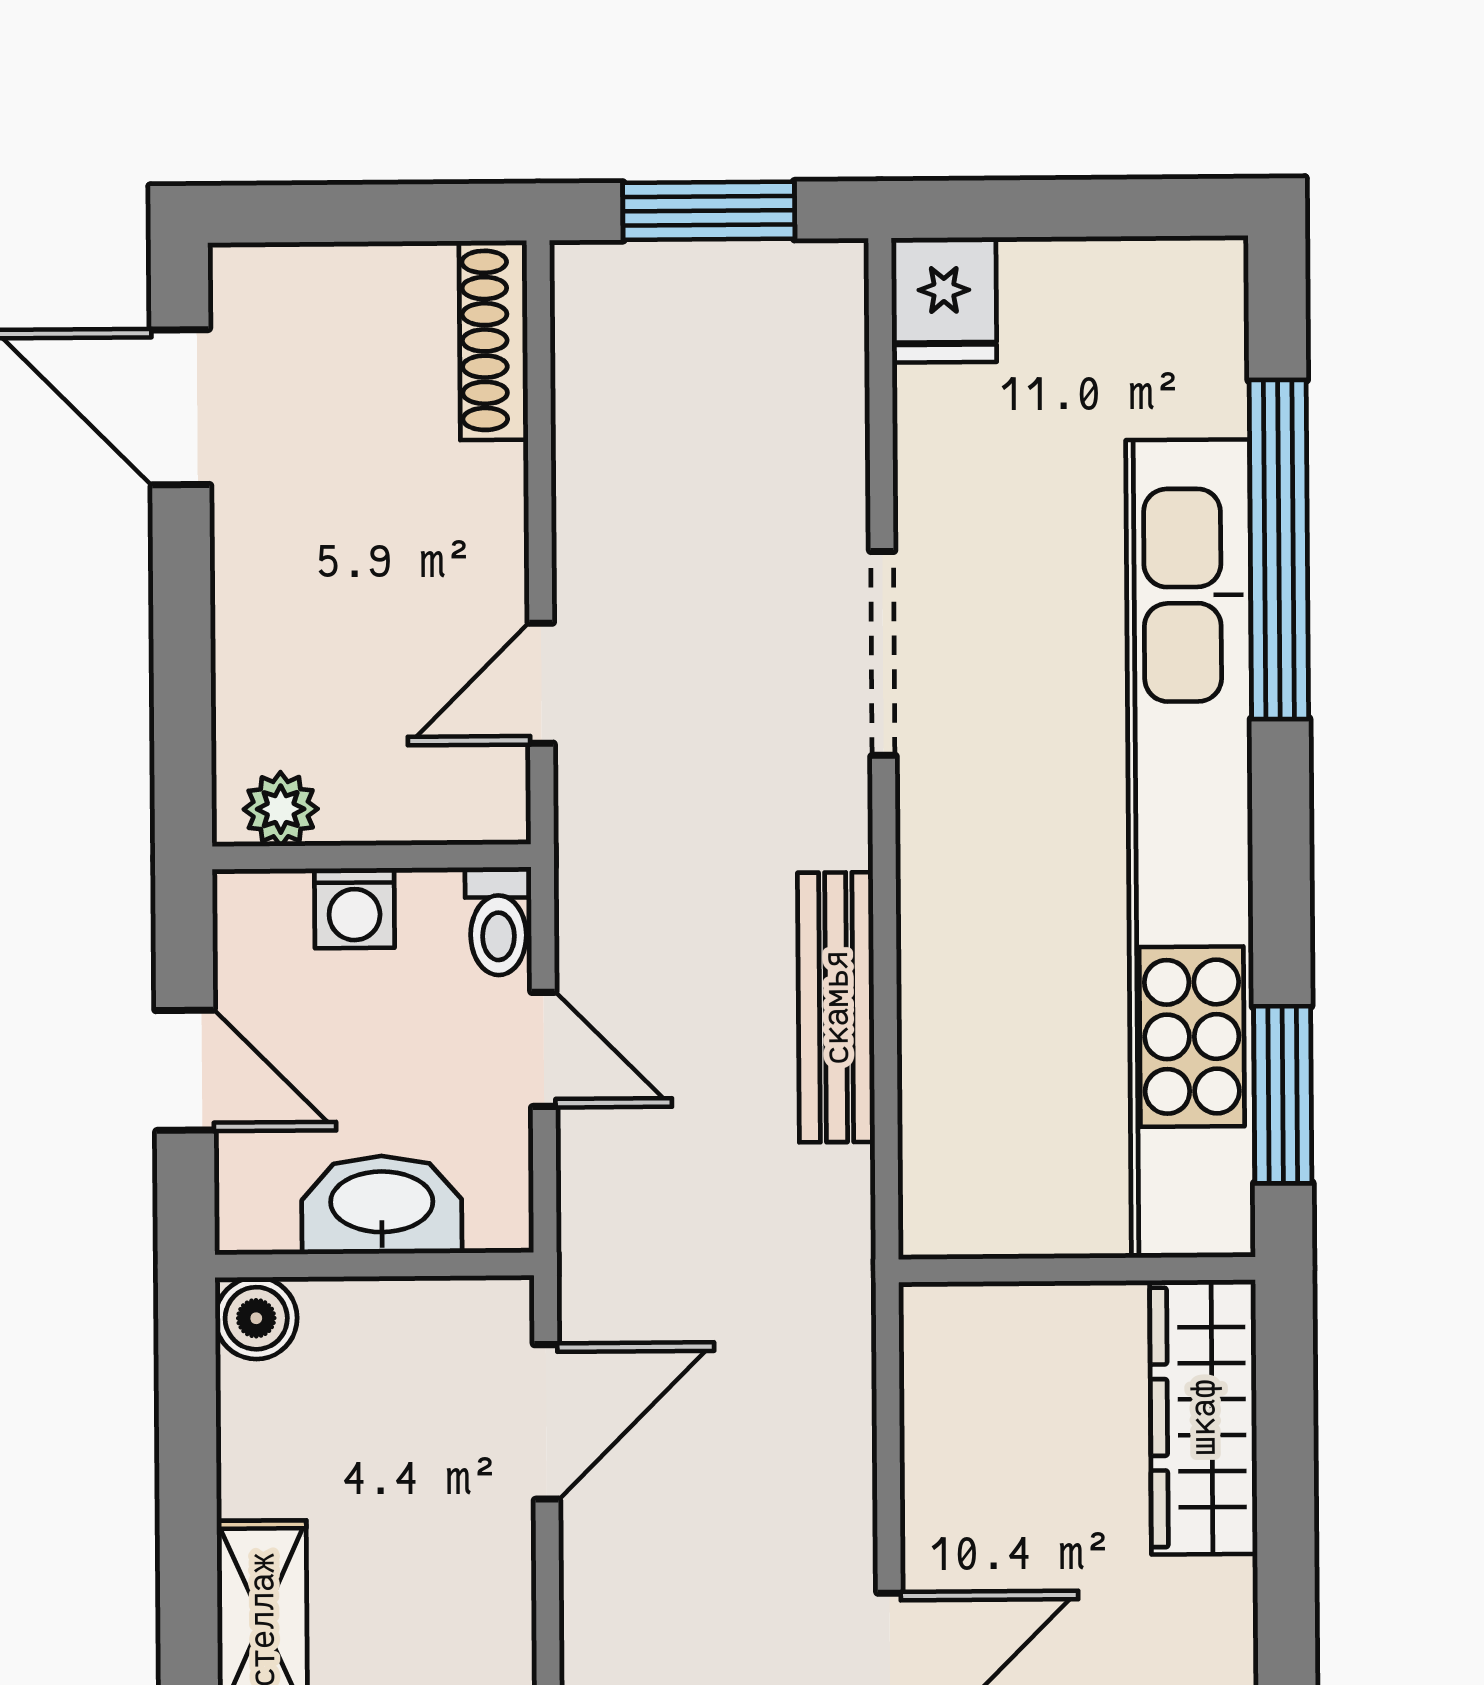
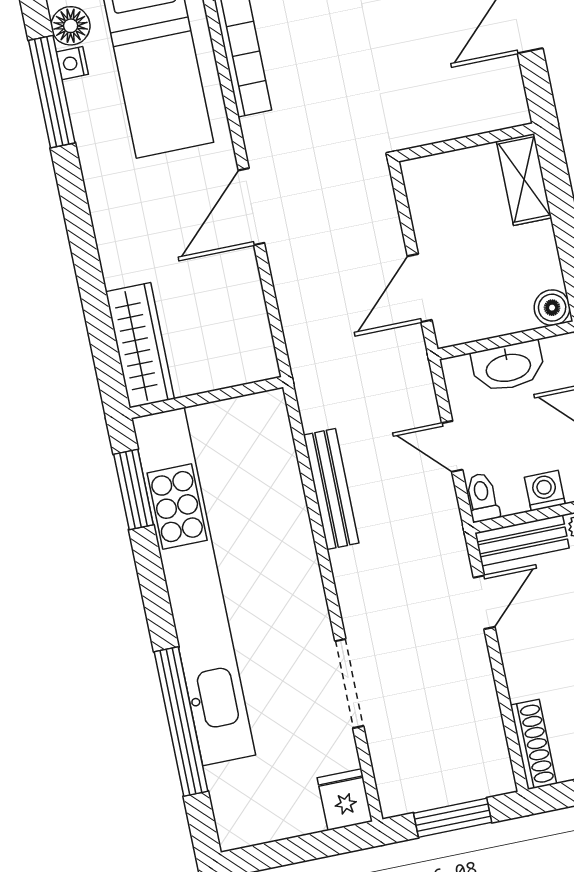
doorway: (883, 653) -> (349, 683), moved
bench: (428, 806) -> (522, 540), added

